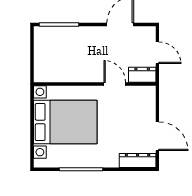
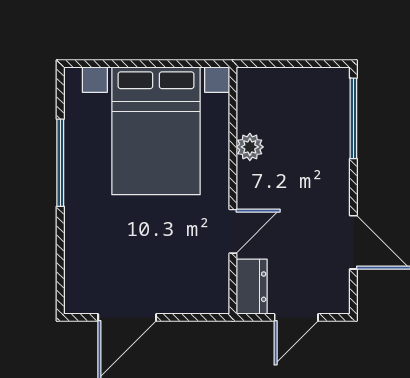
plant: (73, 76) -> (250, 147), added
dresser: (138, 161) -> (78, 277), removed

